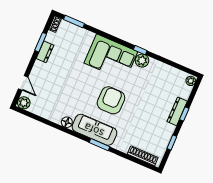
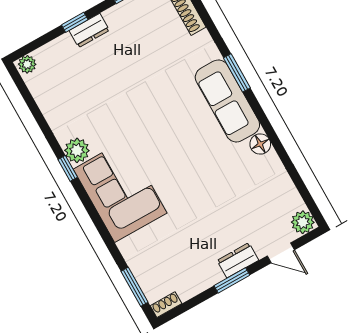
window: (41, 42) -> (232, 280), moved
dresser: (45, 52) -> (238, 260), moved
door: (23, 83) -> (281, 253), swing flipped
armchair: (111, 100) -> (169, 126), removed
dresser: (177, 111) -> (89, 30), width x0.70

